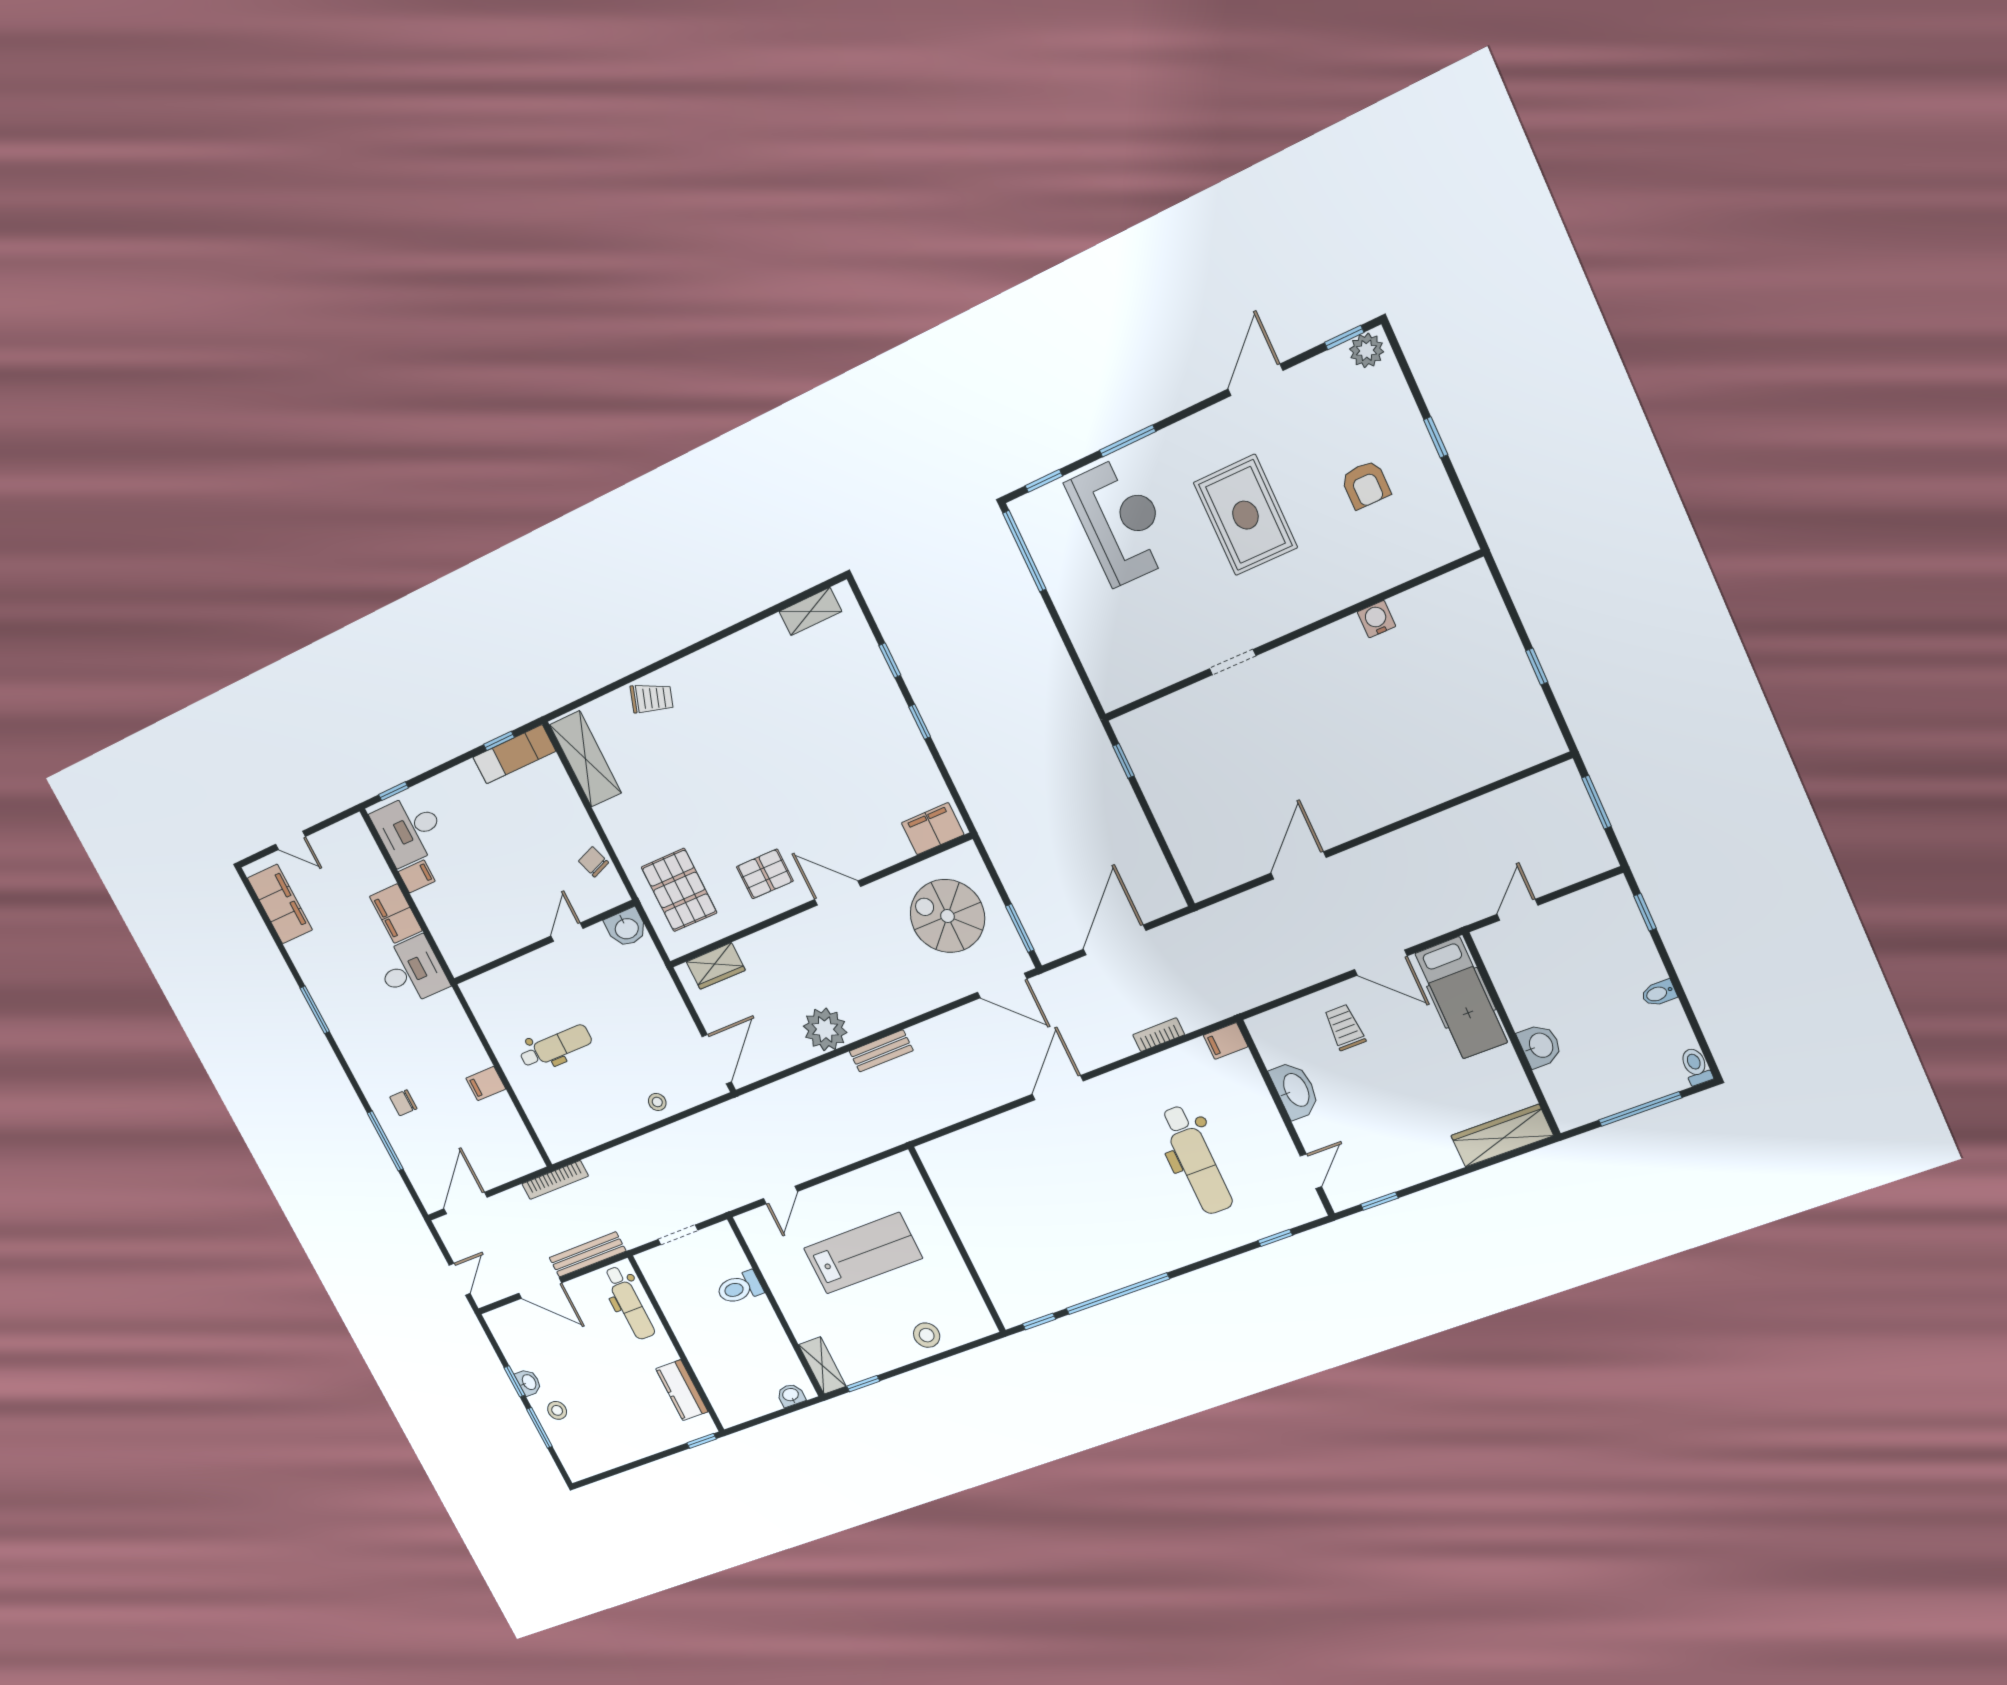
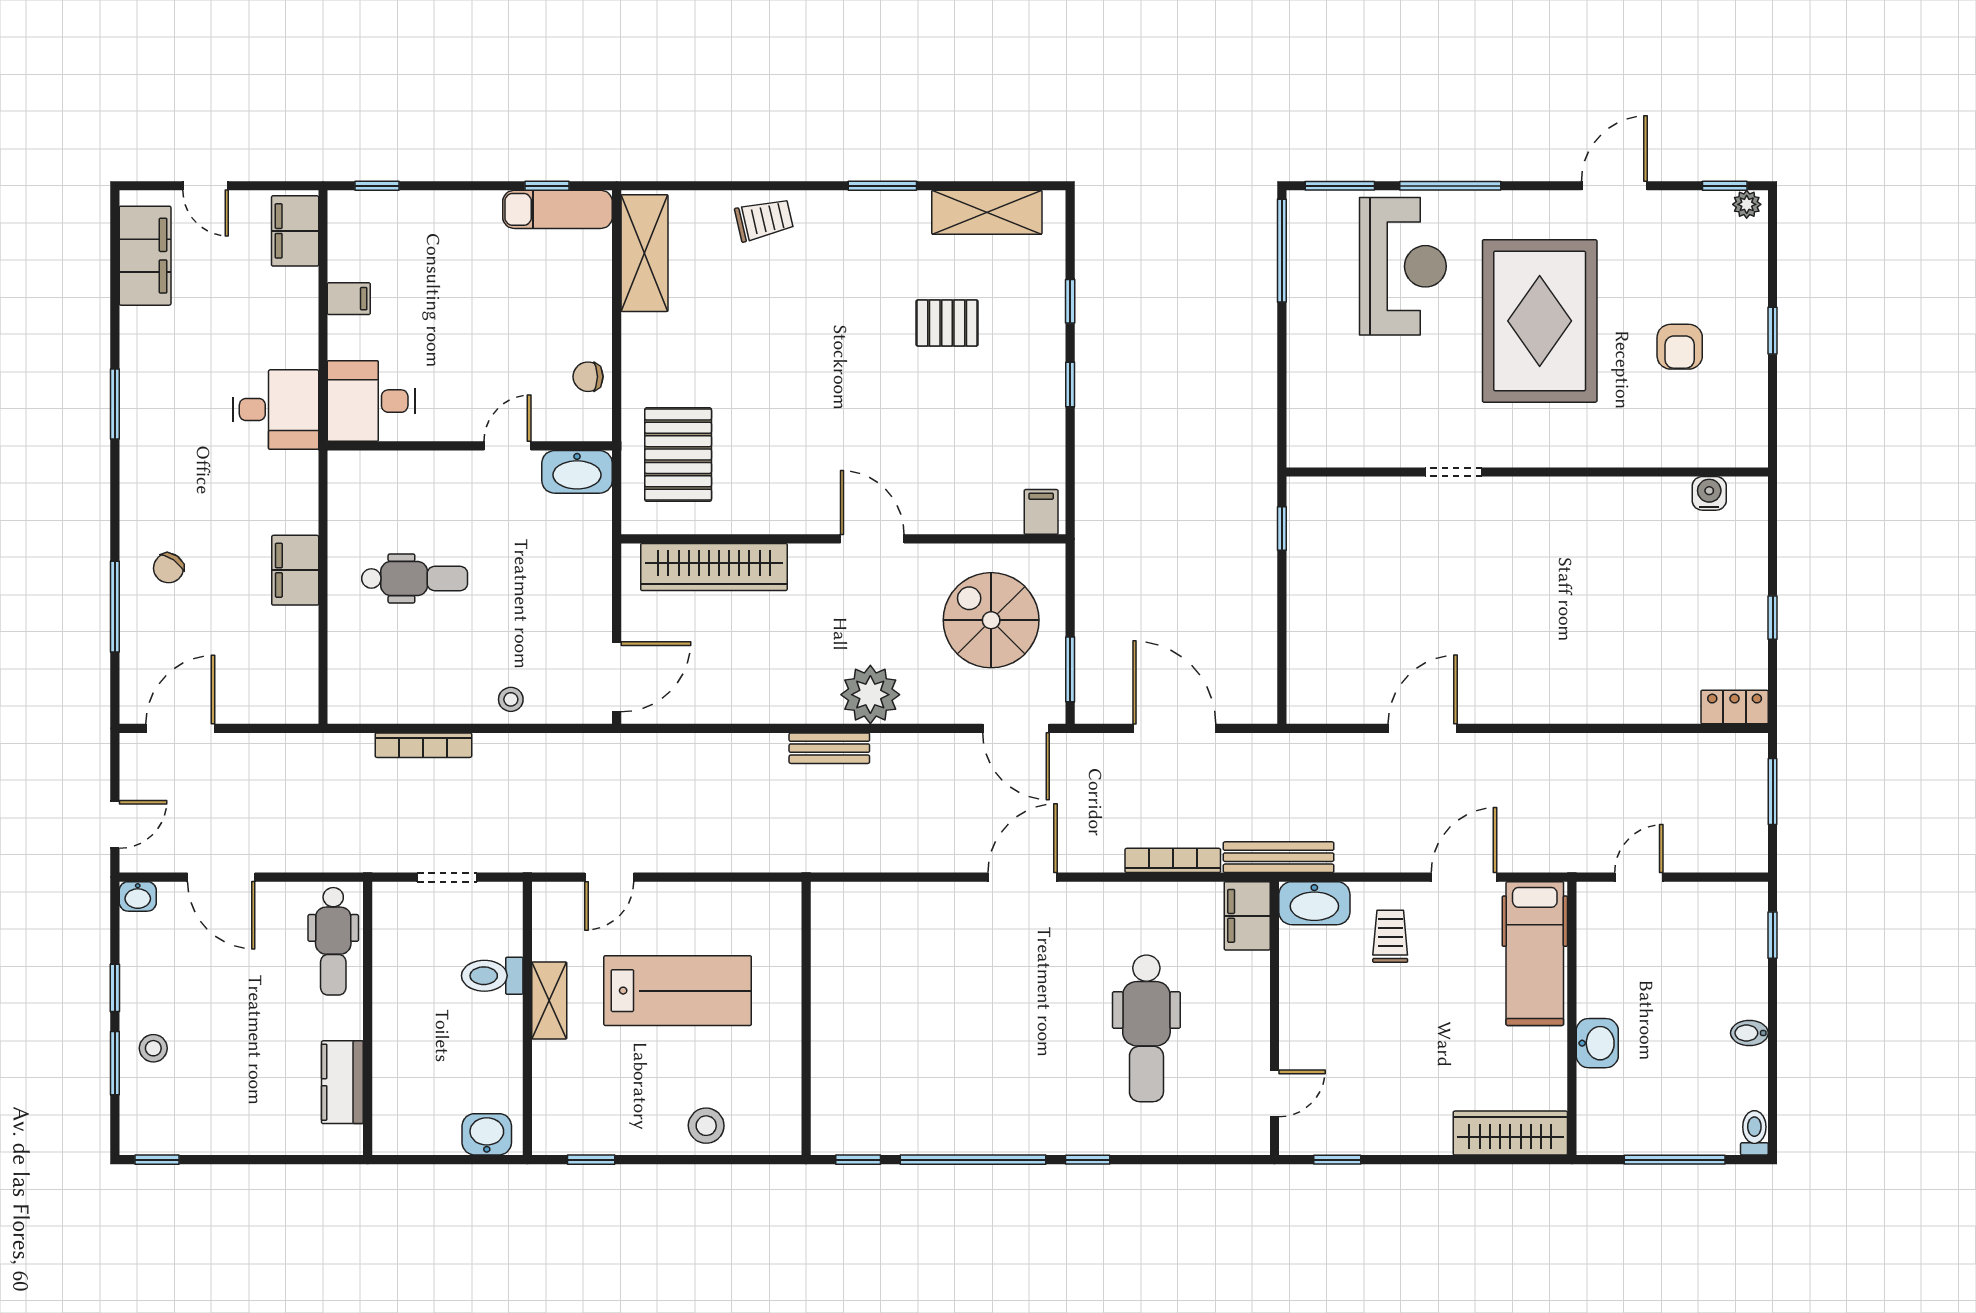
plant: (1367, 350) -> (1747, 204), width x0.73, depth x0.73
window: (1128, 441) -> (1450, 186), width x1.44
window: (1044, 481) -> (1340, 186), width x1.50
rug: (1245, 515) -> (1540, 321), width x1.37, depth x1.44
shelving: (810, 611) -> (987, 212), width x1.50, depth x1.33
water cooler: (1376, 619) -> (1709, 493), moved
window: (718, 636) -> (882, 186), added
trolley: (652, 698) -> (764, 220), turned -33
locker: (1537, 749) -> (1735, 707), added
filing cabinet: (933, 829) -> (1041, 512), width x0.50
desk: (409, 830) -> (371, 401), moved
chair: (594, 862) -> (588, 377), turned -70
pallet: (765, 874) -> (947, 323), moved
filing cabinet: (396, 914) -> (295, 231), moved
washbasin: (626, 928) -> (577, 472), width x1.38
door: (1115, 940) -> (1174, 728), hinge flipped
door: (1381, 963) -> (1464, 877), swing flipped
wardrobe: (716, 966) -> (714, 567), width x2.10, depth x1.17
plant: (825, 1029) -> (870, 695), moved
bookcase: (1159, 1035) -> (1173, 860), width x1.56
filing cabinet: (1226, 1041) -> (1247, 916), width x2.00
filing cabinet: (486, 1084) -> (295, 570), width x2.00
washbasin: (1295, 1090) -> (1314, 903), moved, turned 90
chair: (403, 1103) -> (168, 568), turned -55
bookcase: (555, 1180) -> (423, 745), moved
window: (1275, 1238) -> (1088, 1160), moved
bench: (588, 1254) -> (1279, 857), moved
shelving: (822, 1365) -> (549, 1000), moved
washbasin: (529, 1382) -> (138, 896), moved, turned 90
washbasin: (791, 1395) -> (487, 1134), width x1.38, depth x1.45
window: (702, 1441) -> (157, 1160), moved

